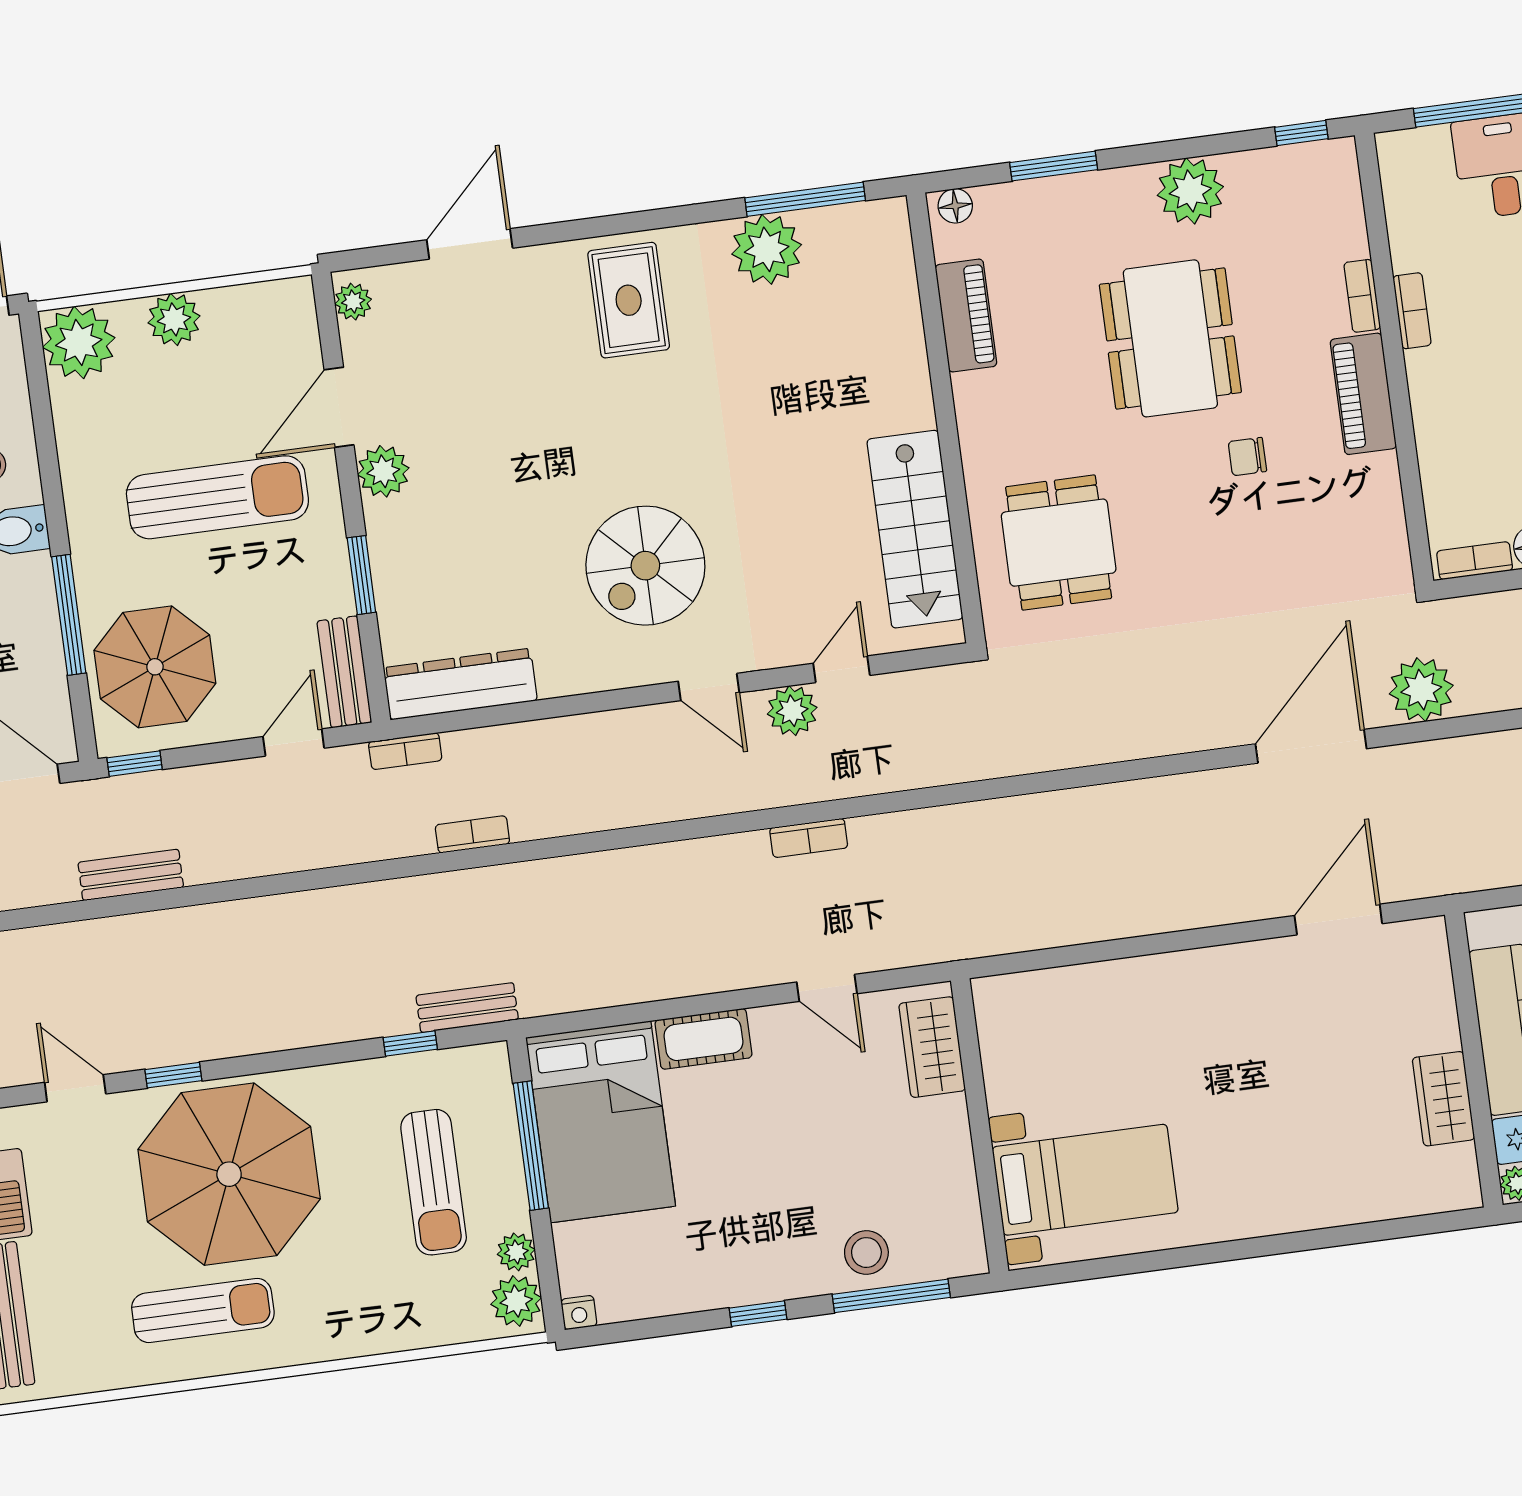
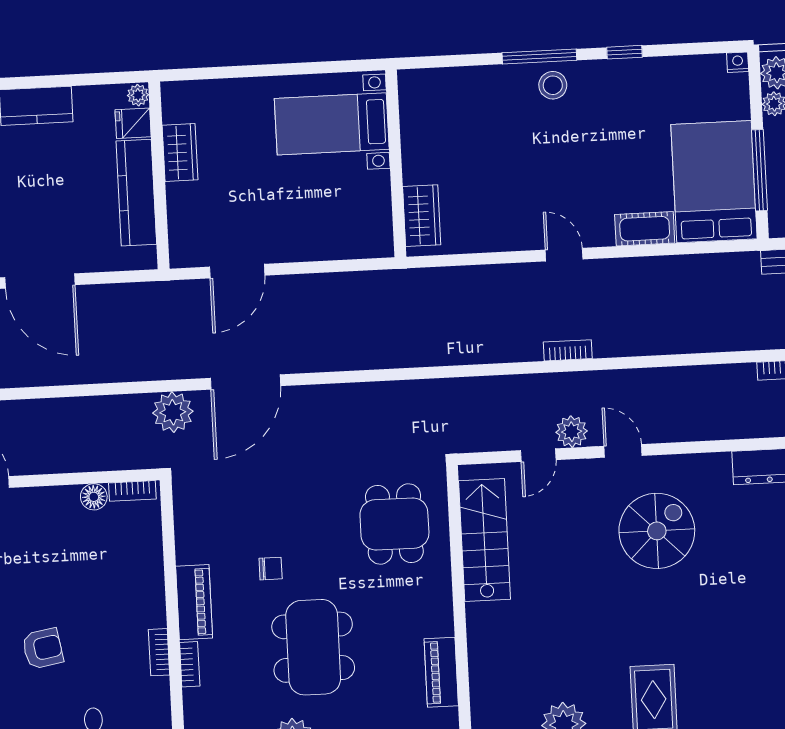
wardrobe: (932, 1047) -> (422, 216), moved
wall: (980, 1126) -> (396, 163), moved
bed with nightstands: (1085, 1180) -> (332, 124), moved

